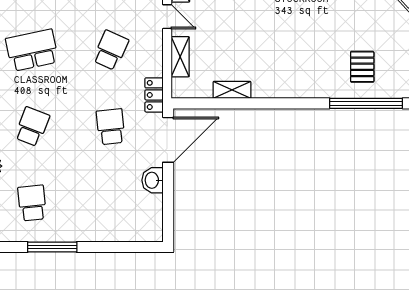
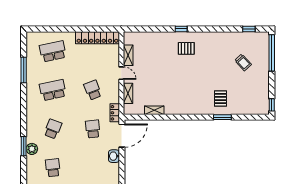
school desk: (111, 50) -> (93, 90), turned -45
window: (366, 103) -> (222, 117), width x0.47

